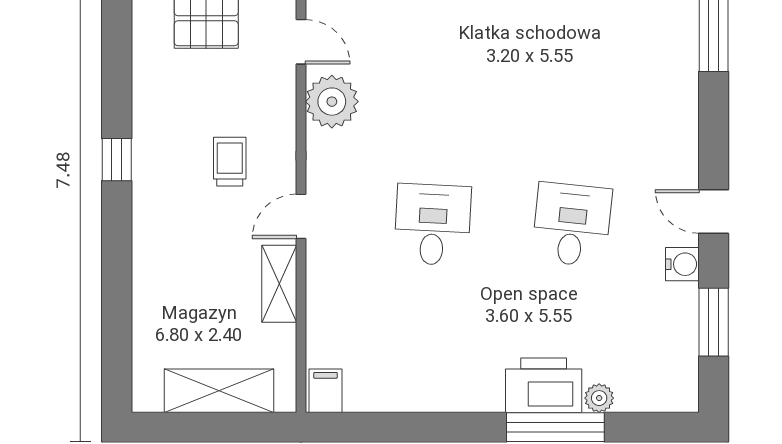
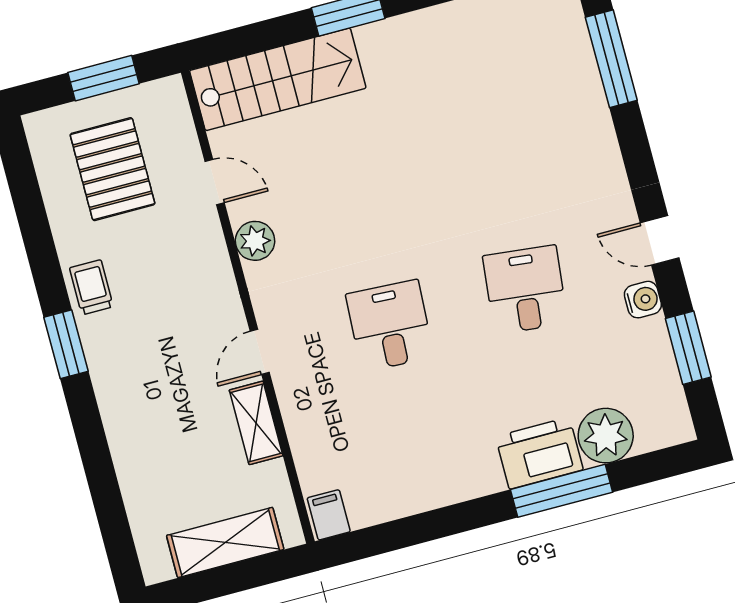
plant: (332, 102) -> (255, 241), width x0.73, depth x0.73
window: (117, 160) -> (66, 344), width x1.50
trolley: (230, 162) -> (91, 287), moved
plant: (599, 398) -> (606, 436), width x1.88, depth x1.88

